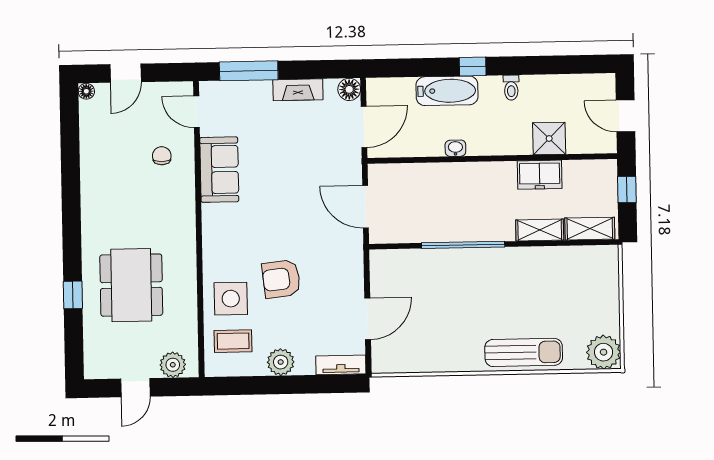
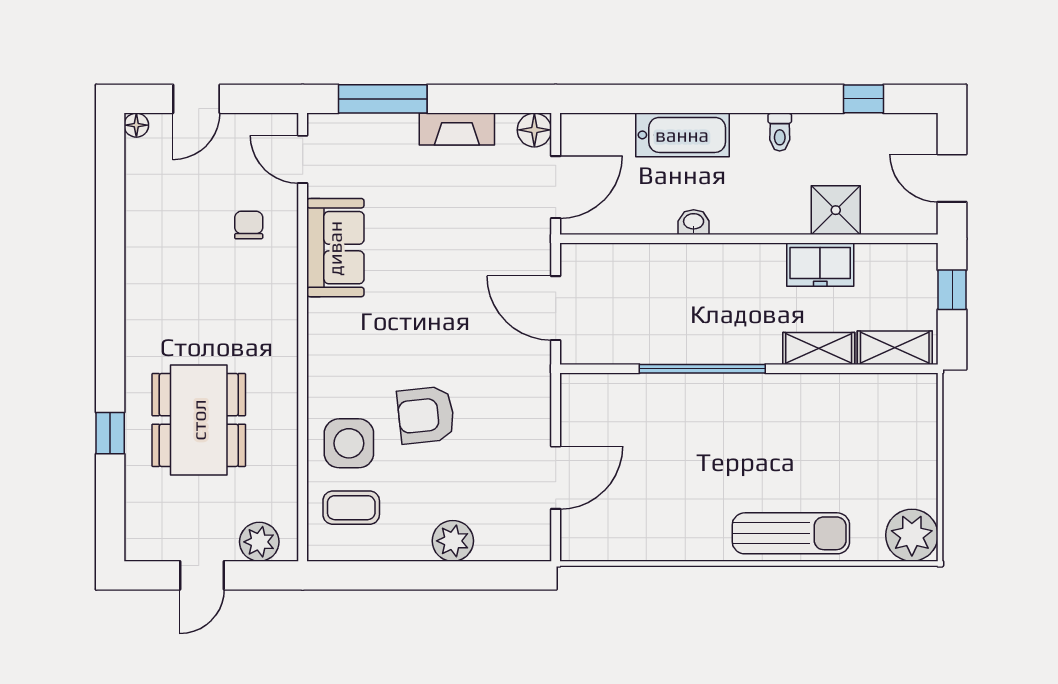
window: (473, 66) -> (864, 99), moved
plant: (281, 362) -> (453, 541), moved
tv unit: (341, 365) -> (514, 547), removed

